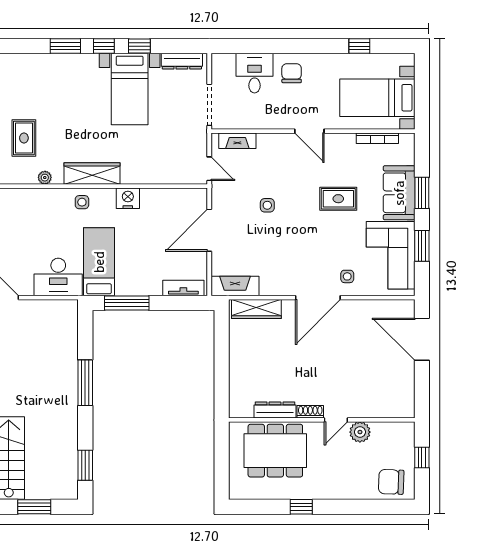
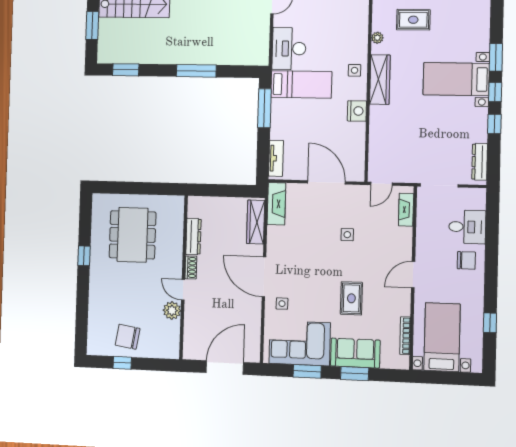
bed with nightstands: (130, 89) -> (456, 79), moved
dresser: (275, 410) -> (193, 236), moved
shoe rack: (310, 412) -> (191, 267), moved
wall: (322, 420) -> (184, 277), moved
door: (336, 420) -> (183, 290), moved
plant: (360, 432) -> (172, 310), moved
chair: (391, 482) -> (128, 337), moved, turned -83

